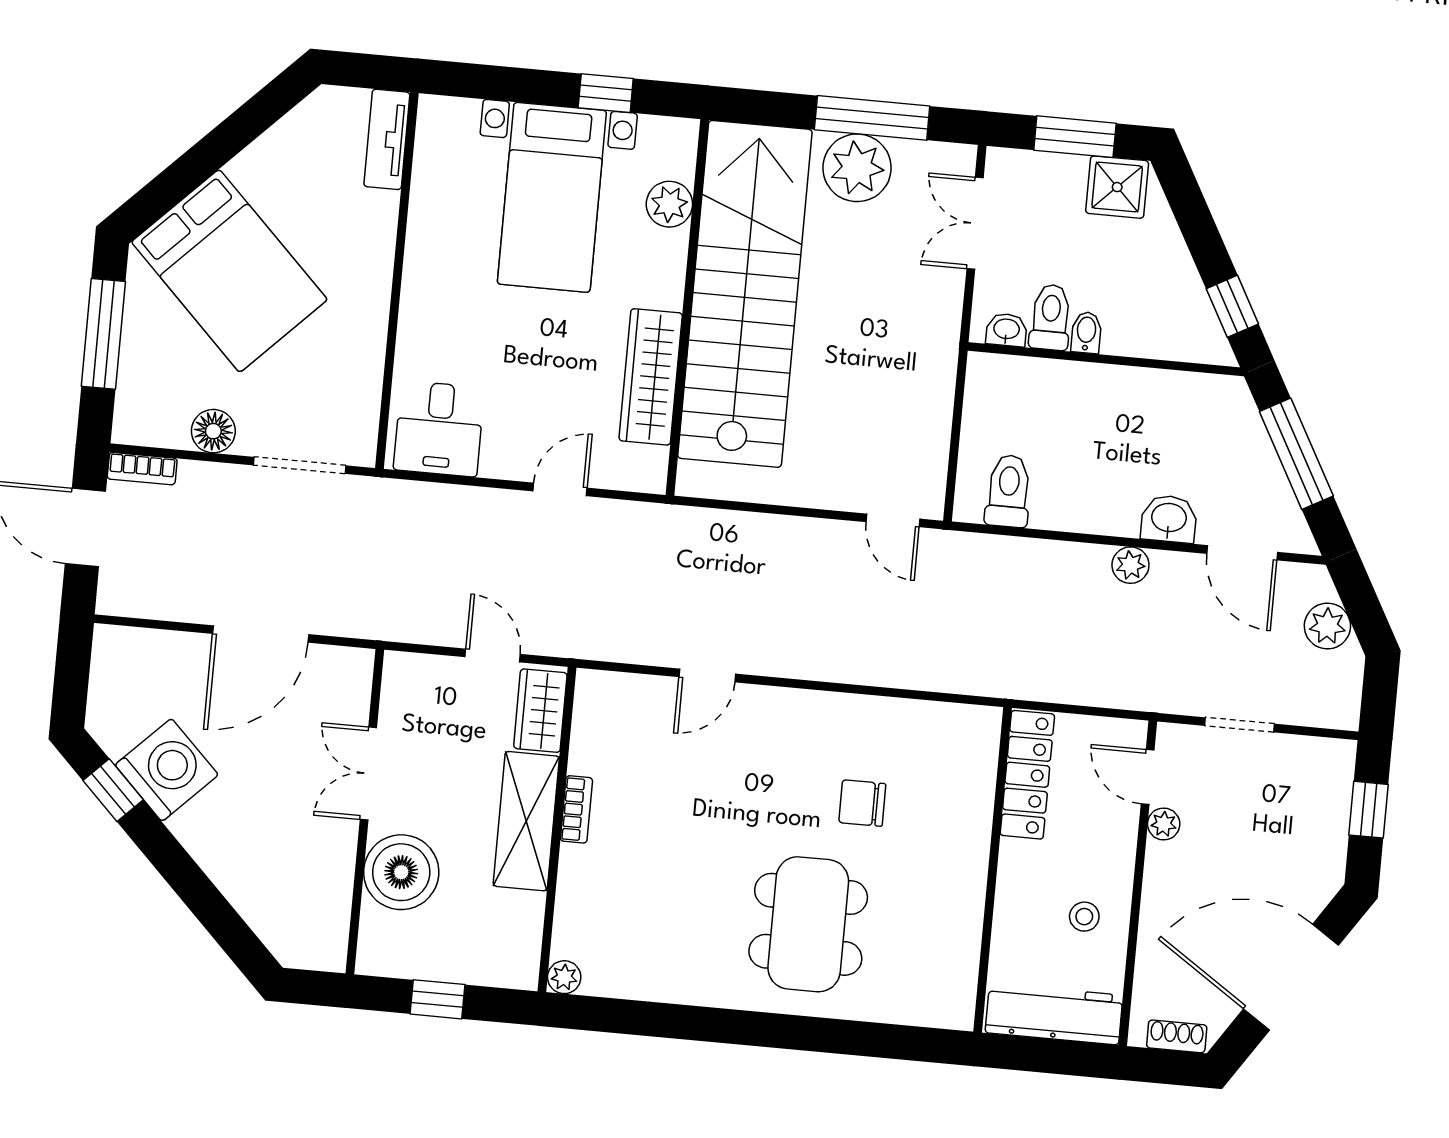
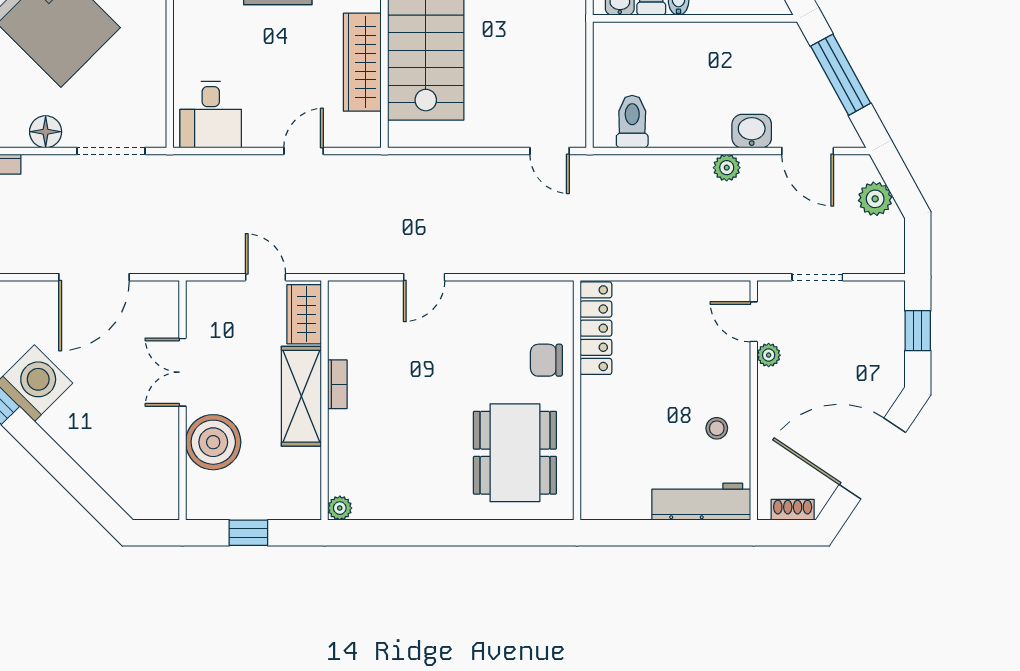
locker: (1027, 775) -> (596, 328), moved
wall: (993, 870) -> (577, 400), moved

